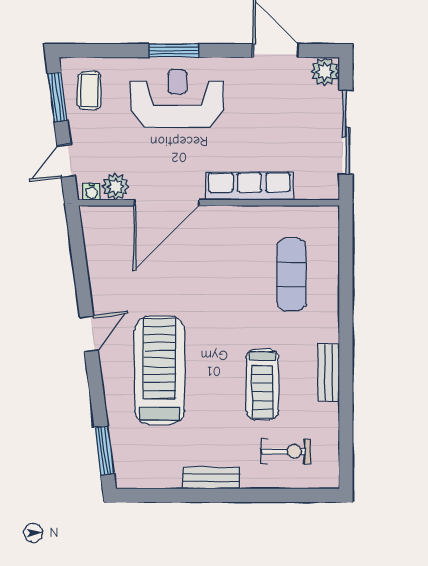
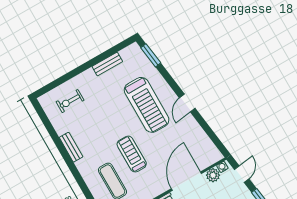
treadmill: (263, 384) -> (132, 154), moved
bench: (211, 478) -> (107, 64), moved

